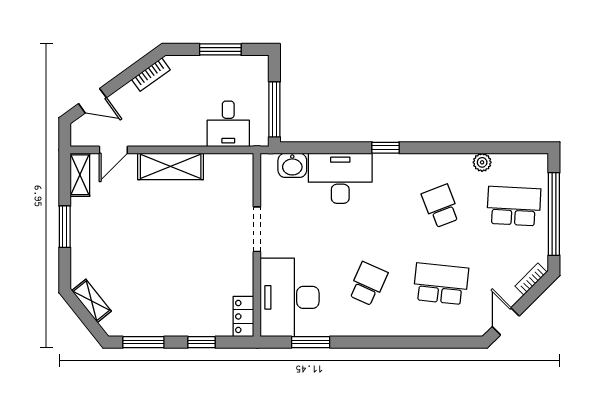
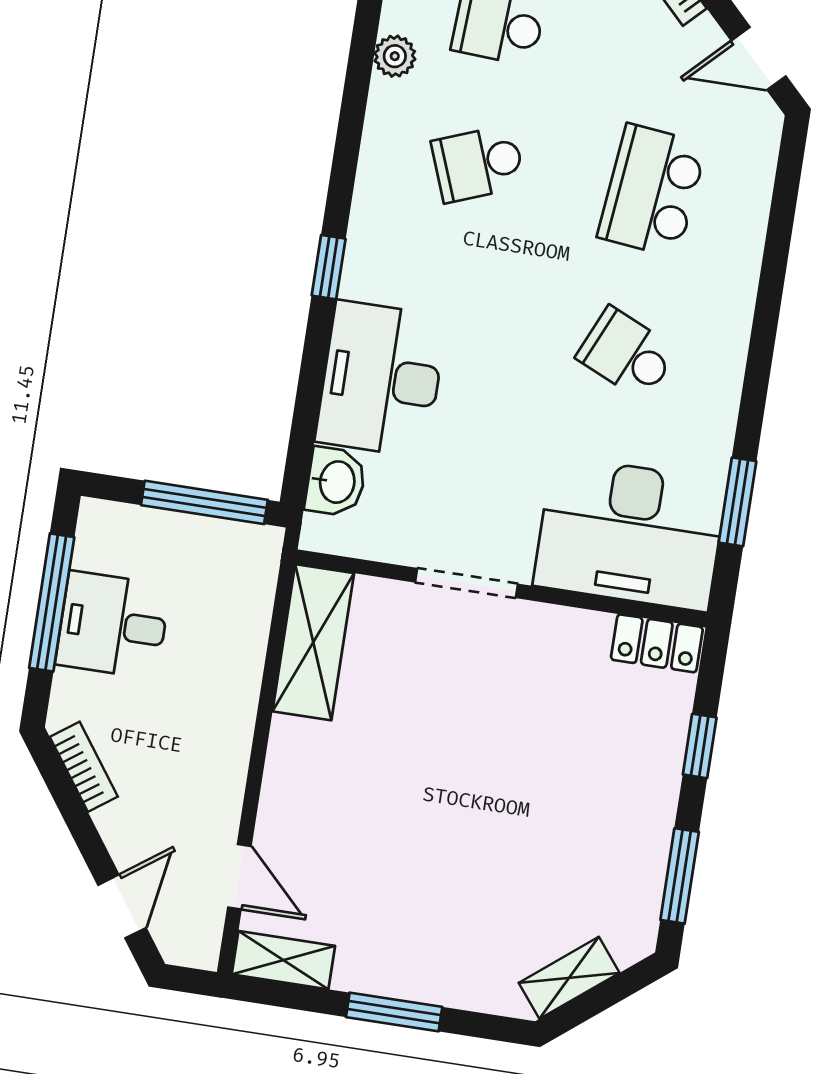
window: (220, 49) -> (52, 602), width x1.44
desk: (228, 124) -> (113, 625), moved, turned 180
shelving: (171, 166) -> (313, 642), moved

